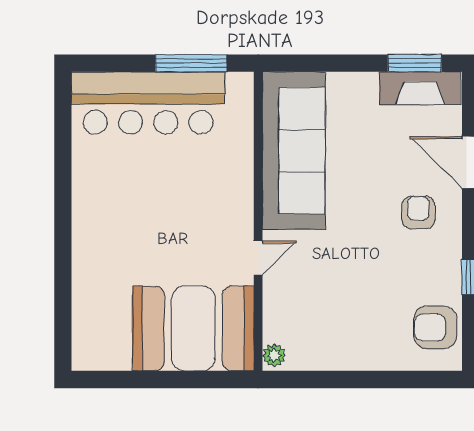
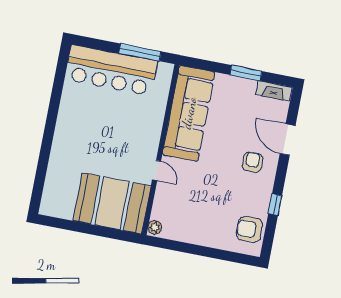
window: (415, 63) -> (246, 73), moved
fireplace: (420, 88) -> (274, 91), width x0.73, depth x0.76
door: (258, 258) -> (157, 170), hinge flipped

